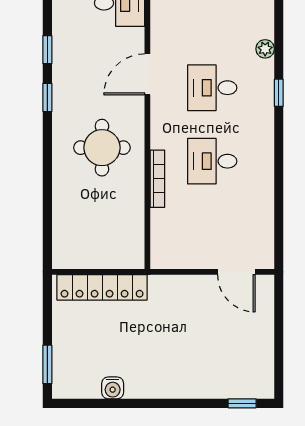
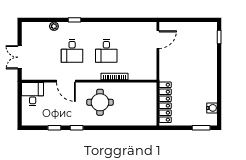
water cooler: (113, 388) -> (212, 108), moved

